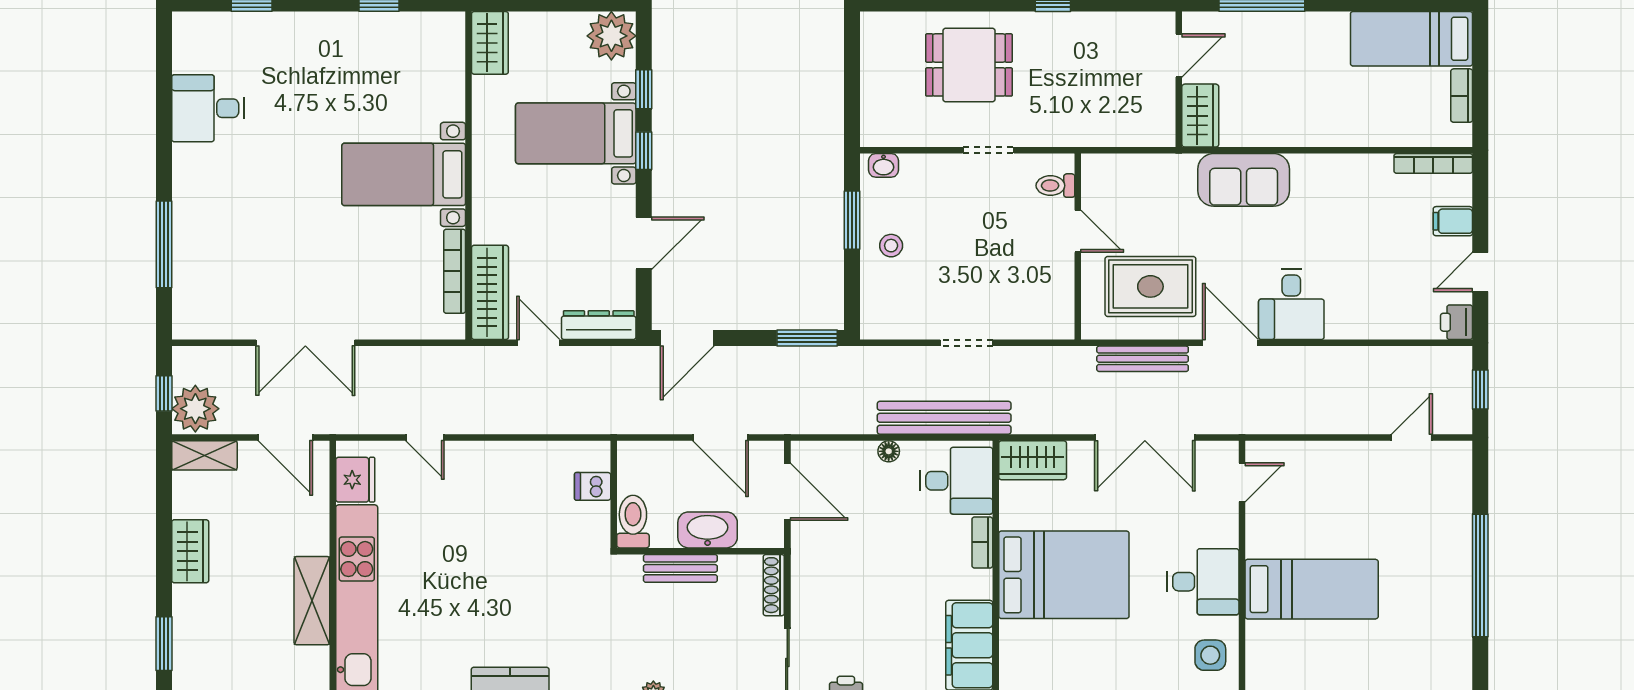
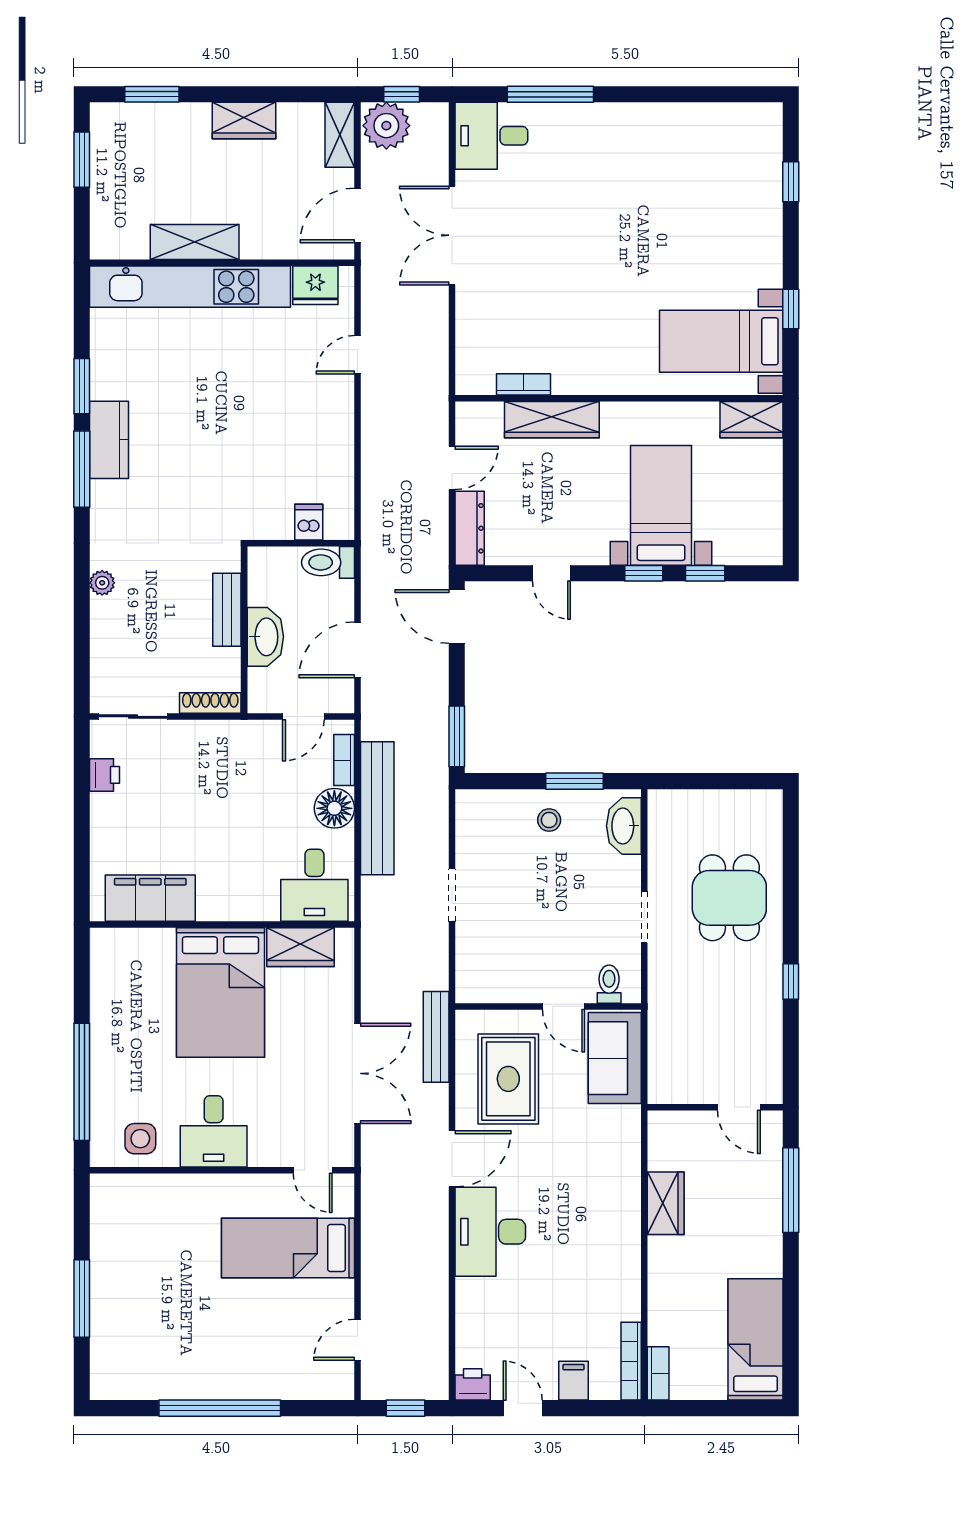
plant: (611, 36) -> (759, 541), removed
bookcase: (1462, 96) -> (658, 1373), moved, turned 90
desk: (208, 108) -> (491, 136), moved, turned -90
wardrobe: (1200, 116) -> (666, 1203), moved, turned -90
washbasin: (884, 165) -> (624, 826), width x1.91, depth x1.45
bed with nightstands: (404, 174) -> (721, 341), moved, turned -90
sofa: (1244, 180) -> (615, 1058), moved
door: (1078, 231) -> (563, 1006), hinge flipped
door: (644, 243) -> (551, 573), width x0.73
bookcase: (455, 271) -> (524, 384), width x0.64
wardrobe: (490, 292) -> (552, 420), moved
desk: (1291, 305) -> (490, 1232), width x1.37
bench: (1143, 359) -> (436, 1037), moved
bench: (944, 418) -> (377, 808), moved
double door: (1145, 438) -> (358, 1073), swing flipped
door: (1412, 438) -> (358, 1340), swing flipped
floor lamp: (889, 451) -> (334, 808), width x1.89, depth x1.89
wardrobe: (1033, 460) -> (300, 947), moved, turned -90
door: (787, 492) -> (303, 717), width x0.73
toilet: (633, 522) -> (328, 562), moved, turned 180
bookcase: (982, 542) -> (344, 760), moved, turned -90
bed: (1312, 589) -> (288, 1248), moved, turned 90

